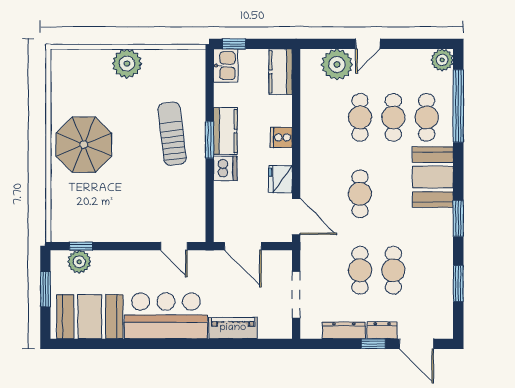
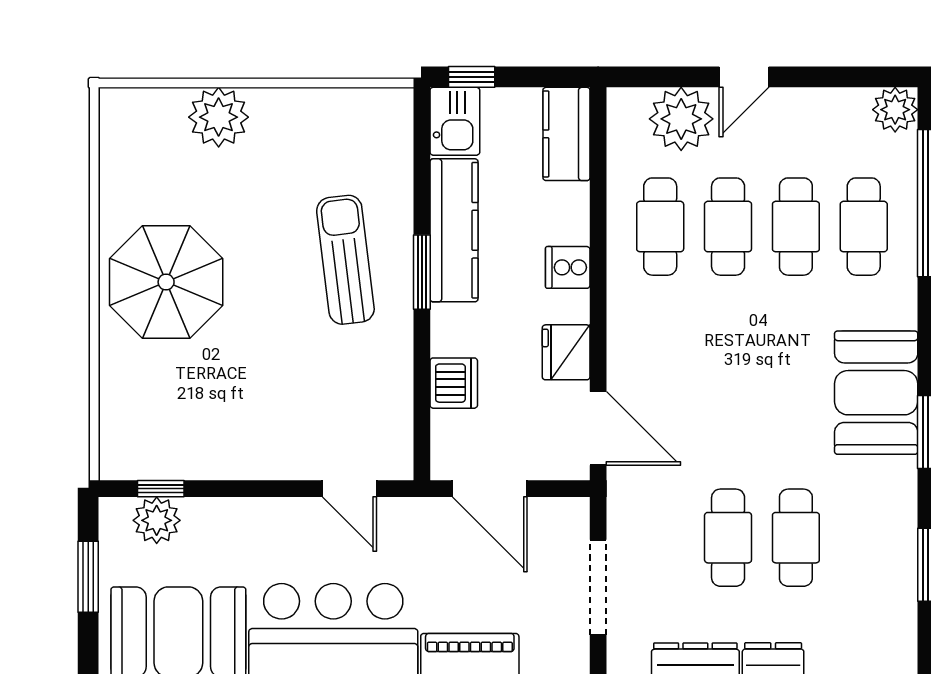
plant: (127, 64) -> (219, 117), moved
kitchen counter: (225, 131) -> (454, 230), width x1.50
dishwasher: (225, 168) -> (454, 383), moved
booth: (433, 177) -> (876, 393), moved
cafe table: (360, 194) -> (660, 227), moved

